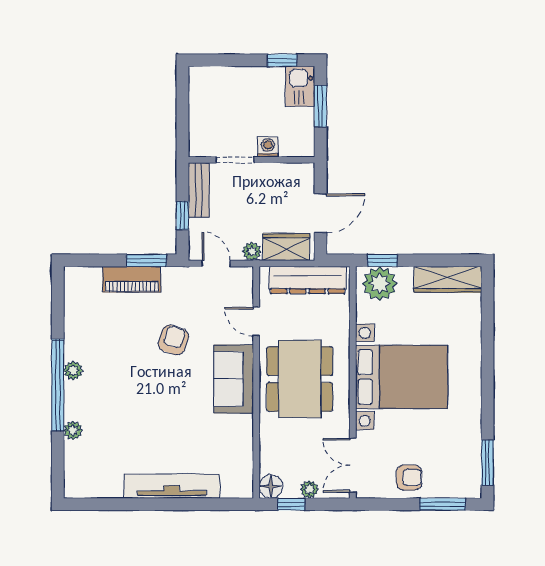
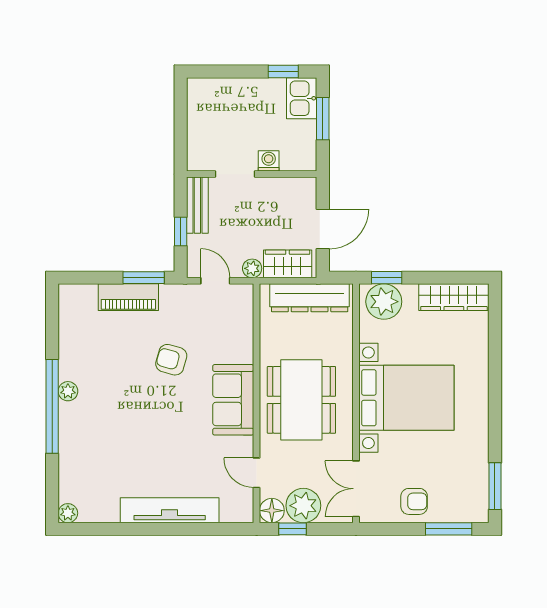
door: (256, 322) -> (257, 473), moved
armchair: (173, 340) -> (171, 360), turned -93
plant: (73, 430) -> (68, 513), moved
plant: (309, 489) -> (303, 506), width x1.87, depth x1.87

